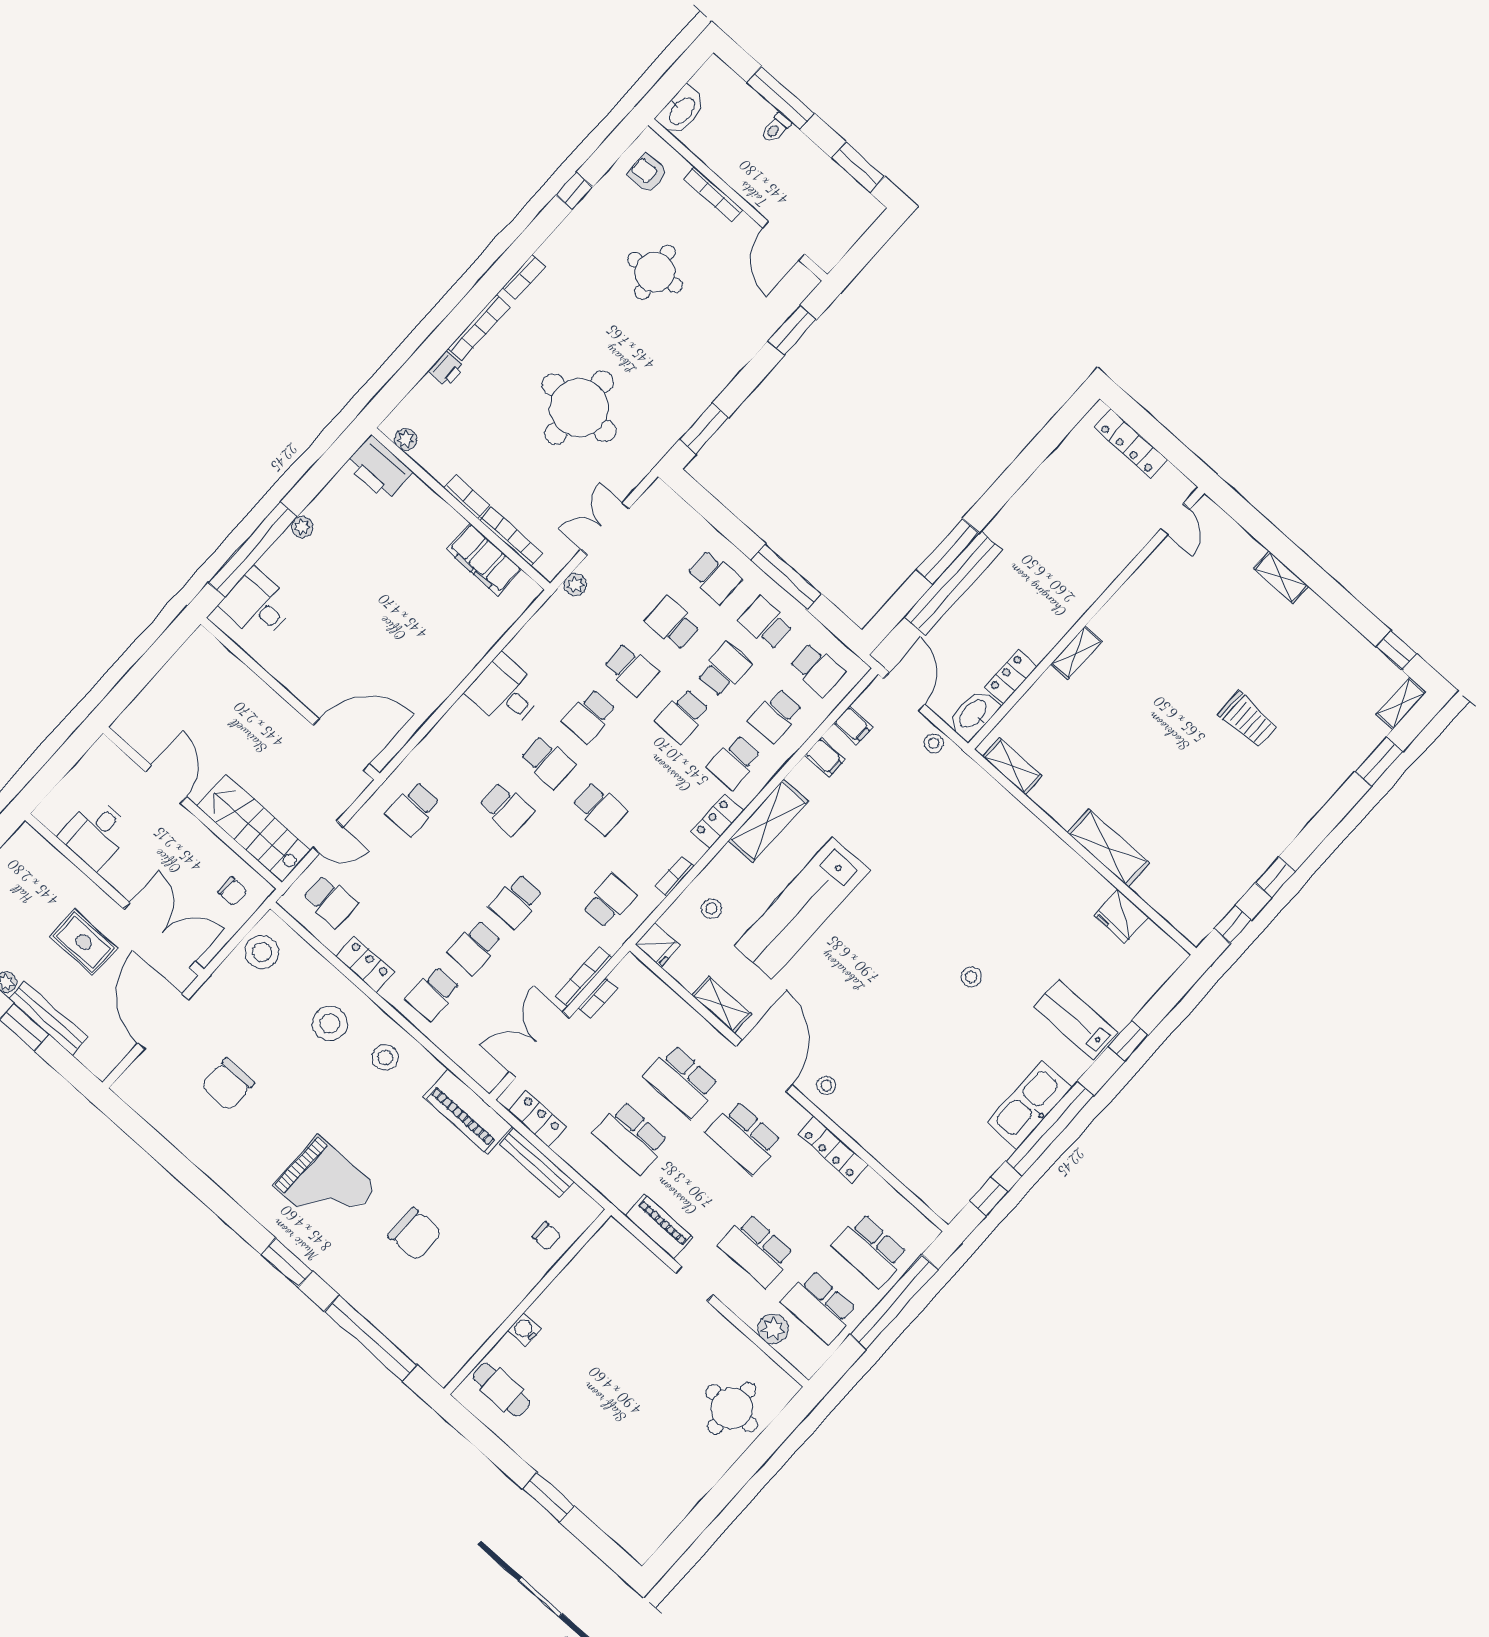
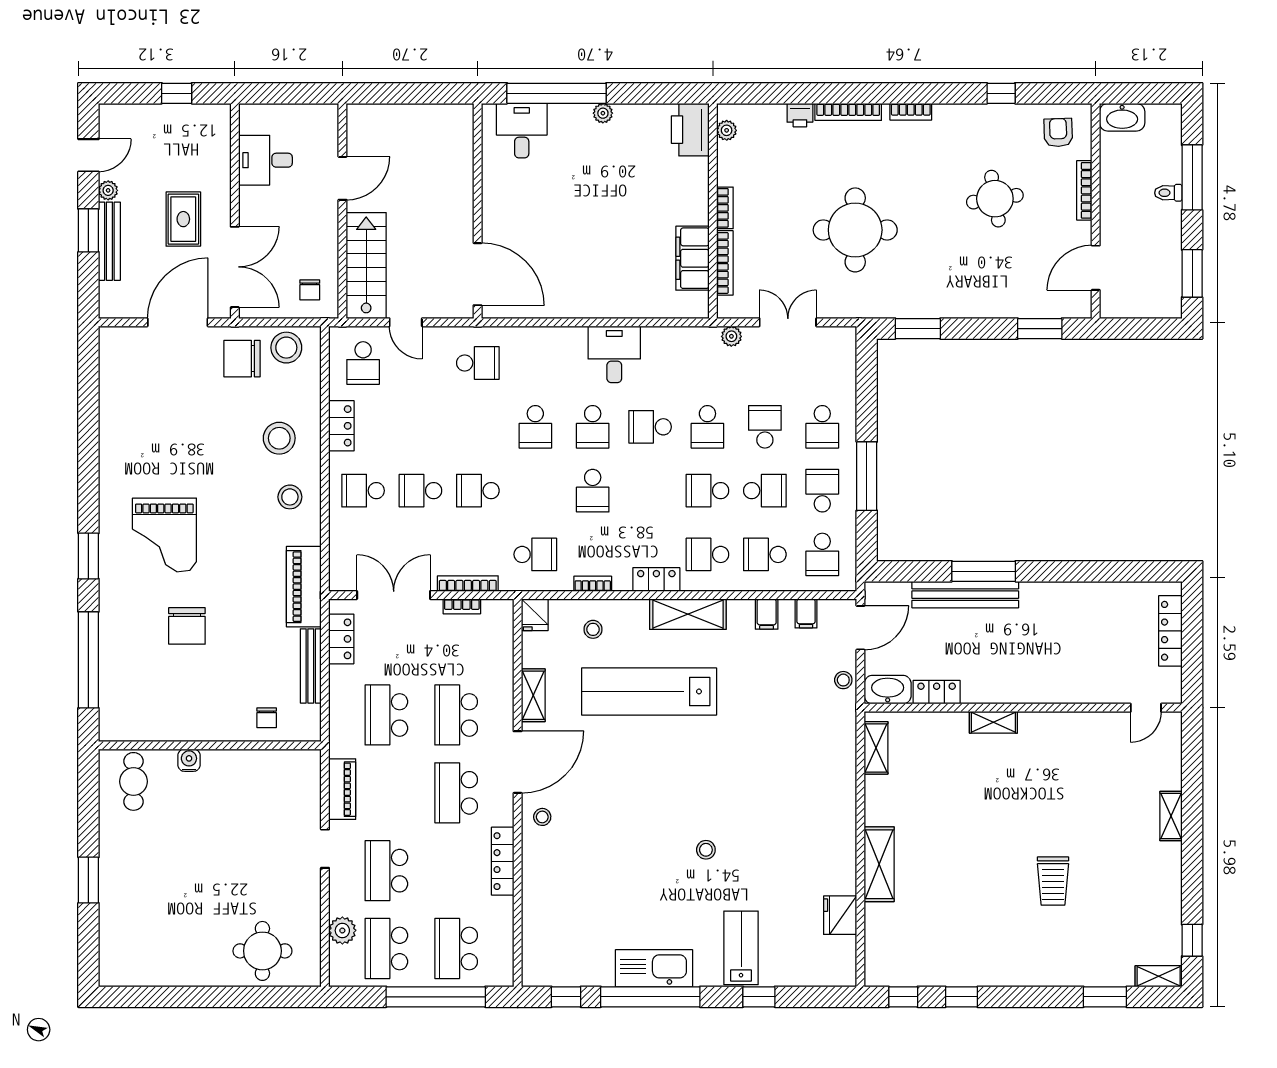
school desk: (413, 809) -> (478, 363), turned 180
chair: (228, 1084) -> (242, 359), moved

